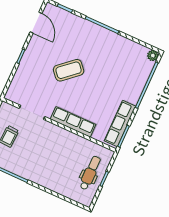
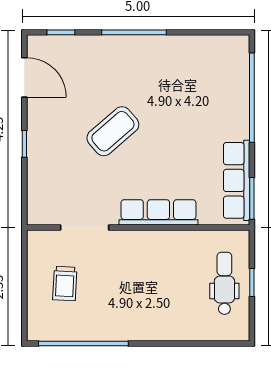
plant: (153, 55) -> (240, 45), removed

